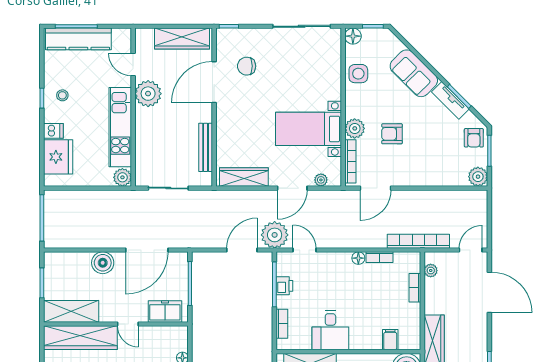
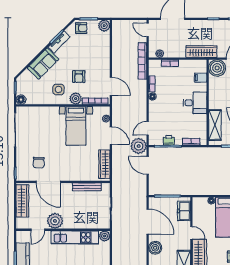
side table: (358, 74) -> (59, 89), moved
door: (128, 324) -> (191, 233), hinge flipped
desk: (330, 330) -> (195, 103), moved

